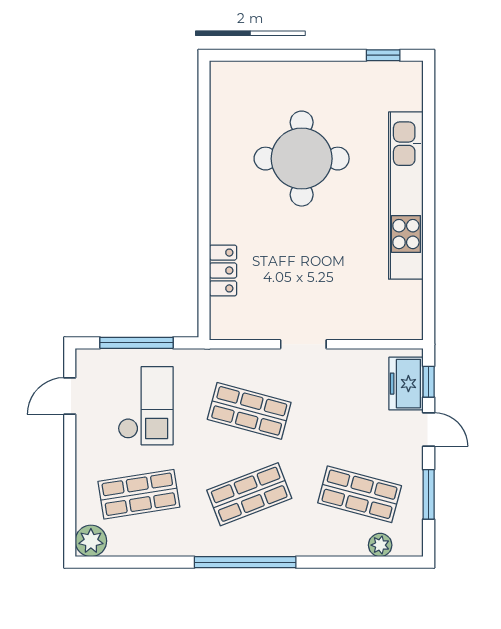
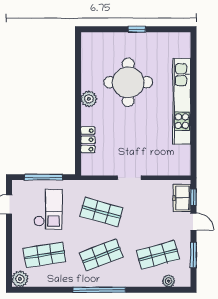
window: (383, 55) -> (137, 29), moved
plant: (225, 191) -> (89, 99), added
shop shelf: (360, 494) -> (158, 255), turned -30

